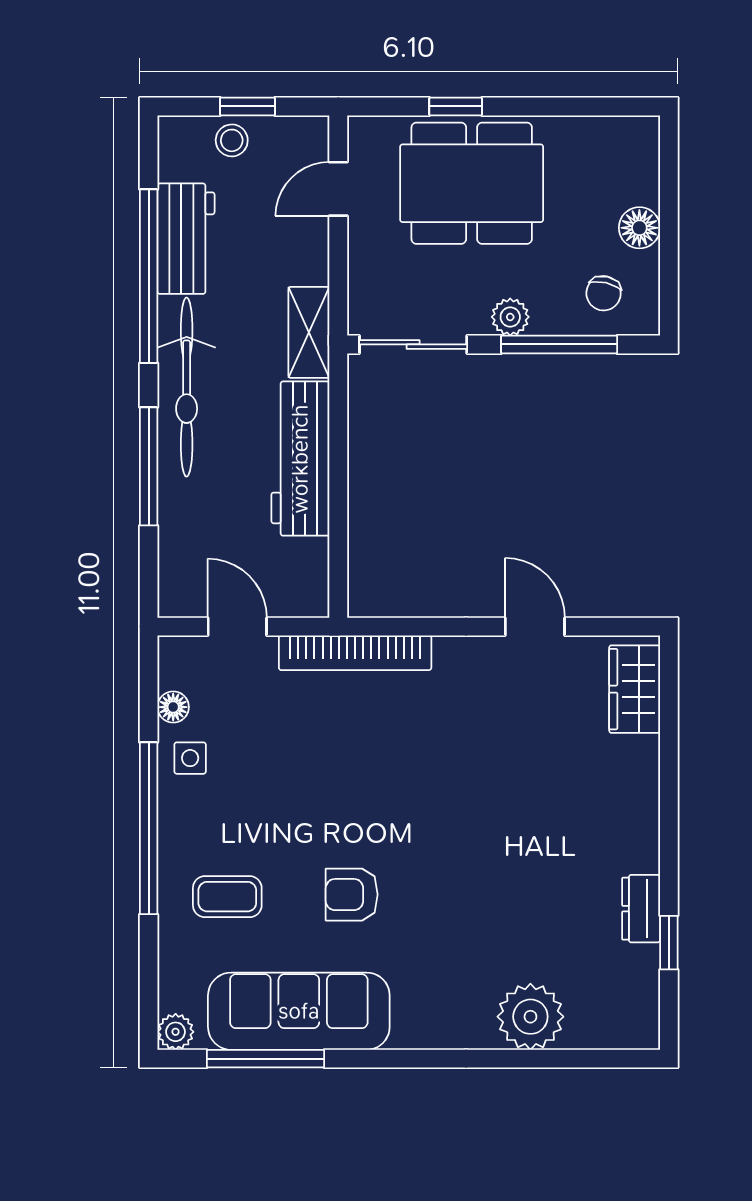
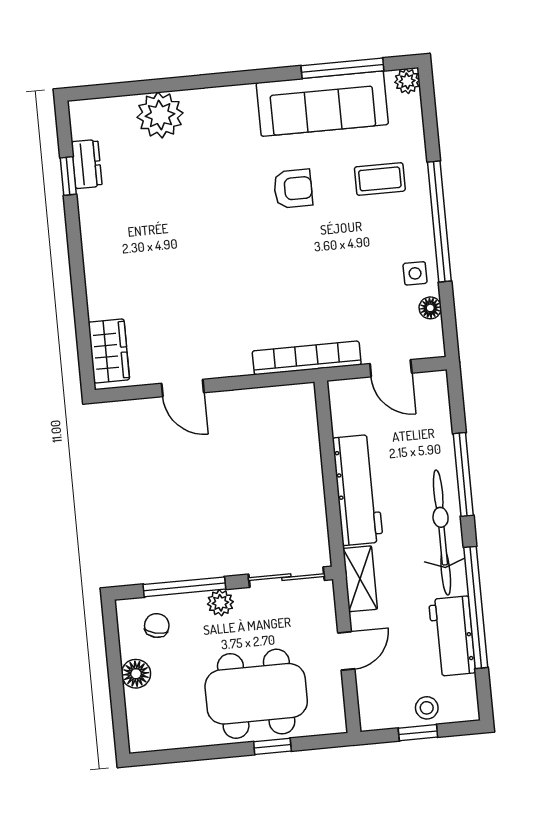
door: (338, 189) -> (346, 651), moved
dresser: (641, 909) -> (87, 164), moved

